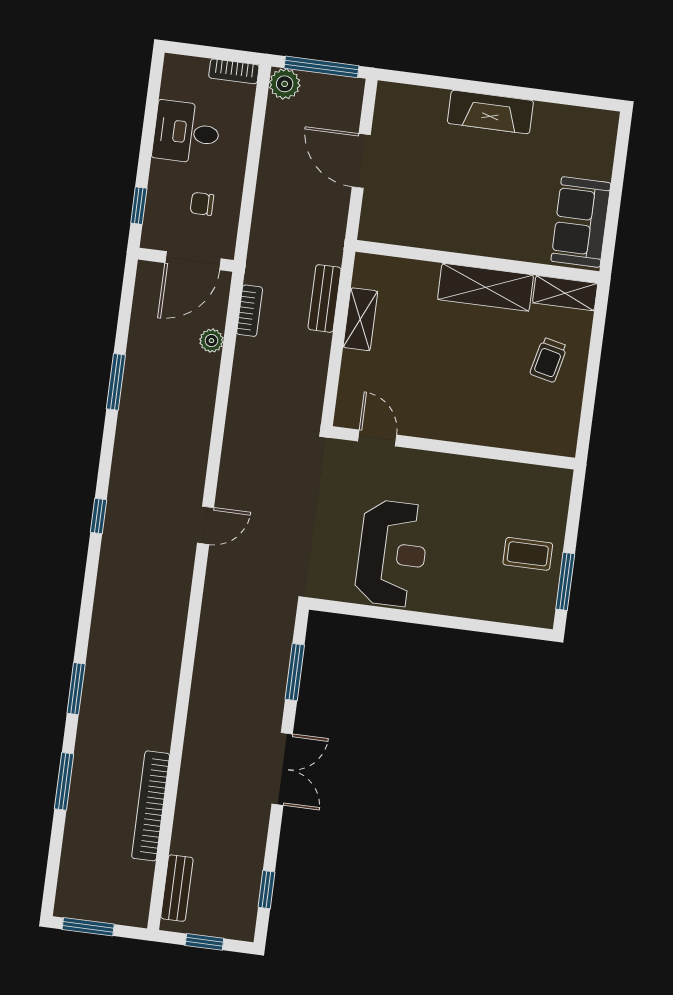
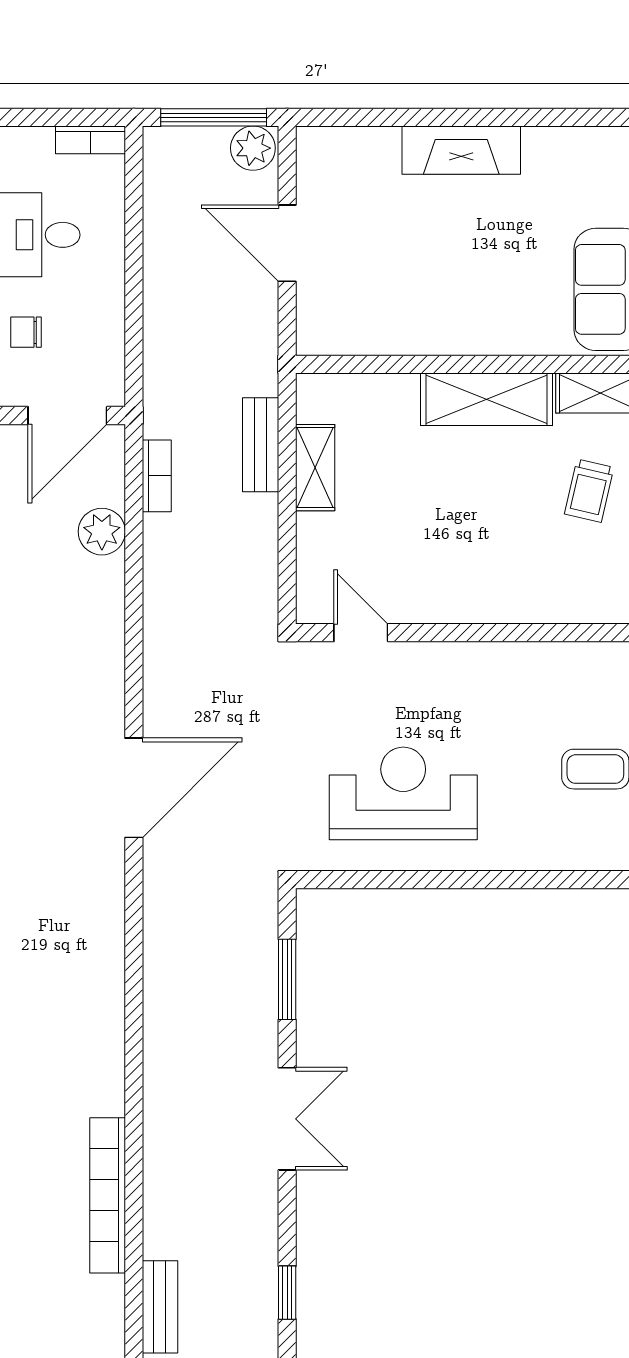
plant: (285, 84) -> (253, 148), moved
chair: (202, 204) -> (26, 332), moved
plant: (211, 341) -> (102, 532), width x1.38, depth x1.38
door: (206, 525) -> (134, 788), width x1.88
reception desk: (392, 553) -> (403, 793), turned -90

